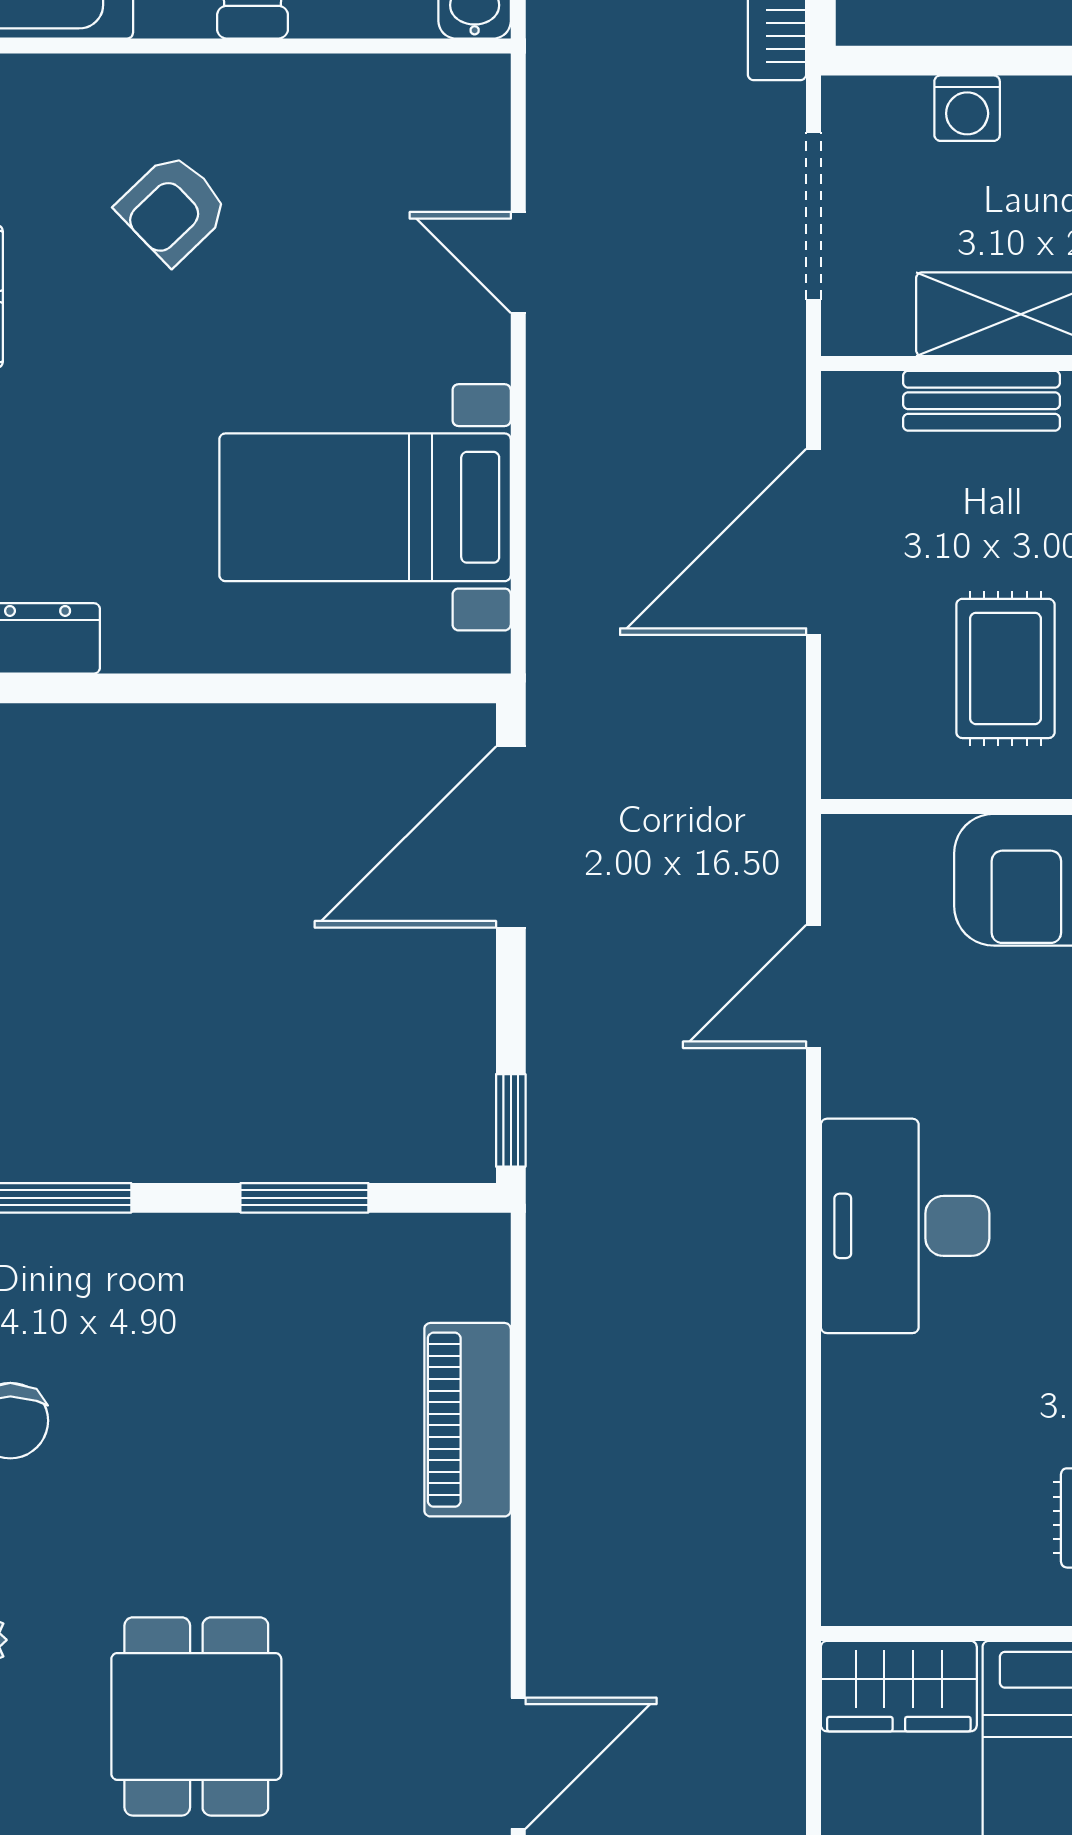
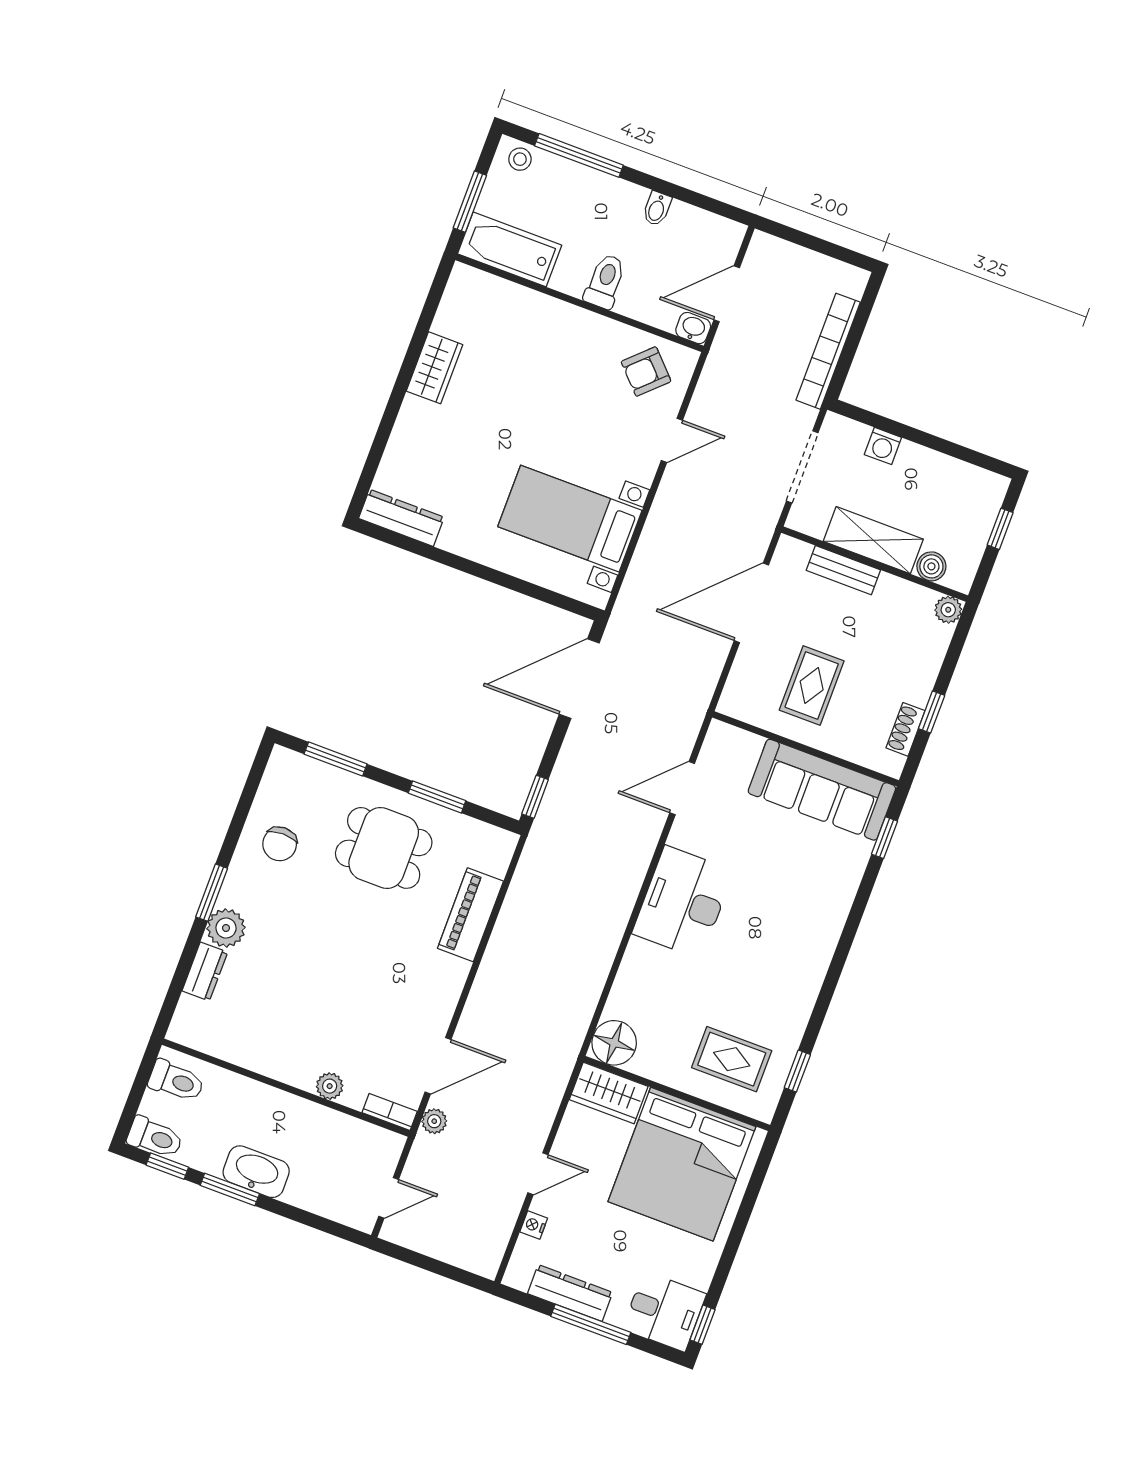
armchair: (173, 209) -> (646, 371), moved
door: (518, 263) -> (672, 440), swing flipped
floor lamp: (871, 1576) -> (614, 1043), added
dining table: (196, 1716) -> (384, 848), moved, turned 90

